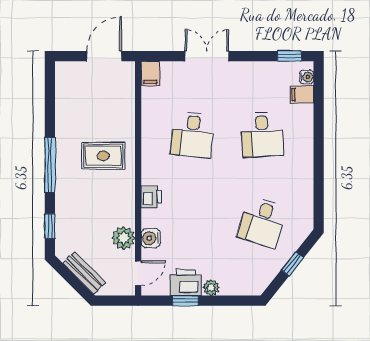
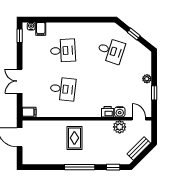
printer: (151, 197) -> (108, 112), moved
printer: (186, 283) -> (144, 93), removed

